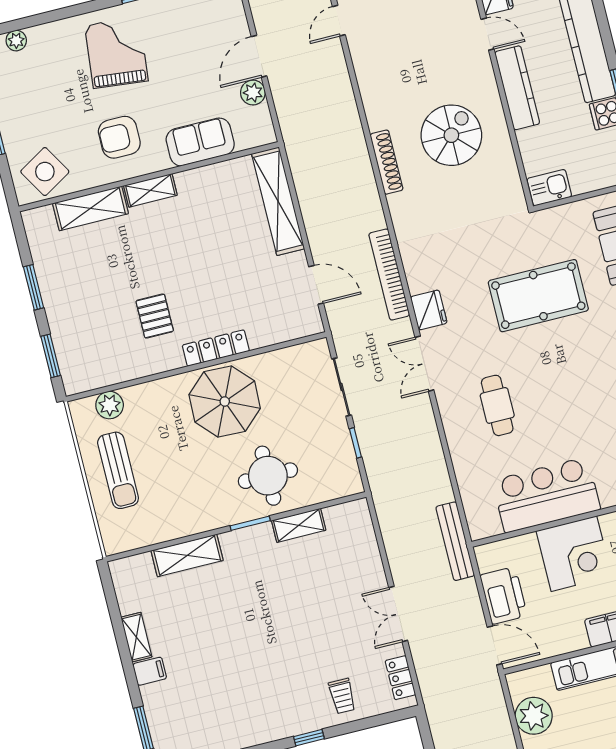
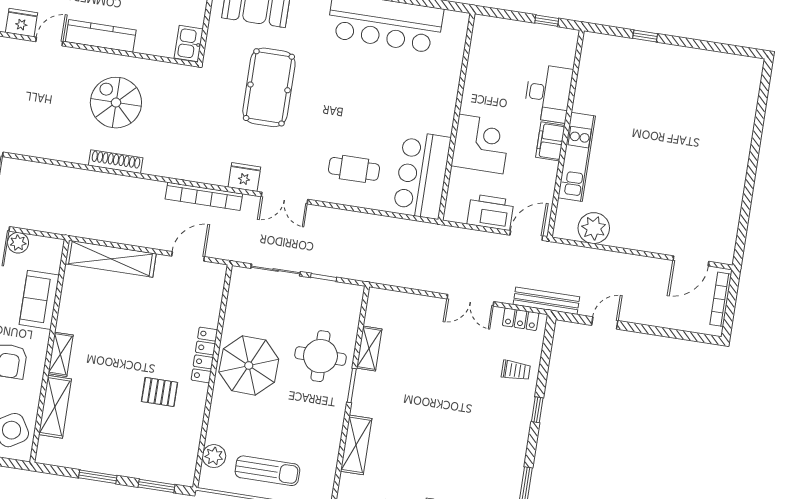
cafe table: (497, 405) -> (354, 169), moved
bar counter: (546, 495) -> (422, 175), moved
bench: (455, 541) -> (546, 301), moved

